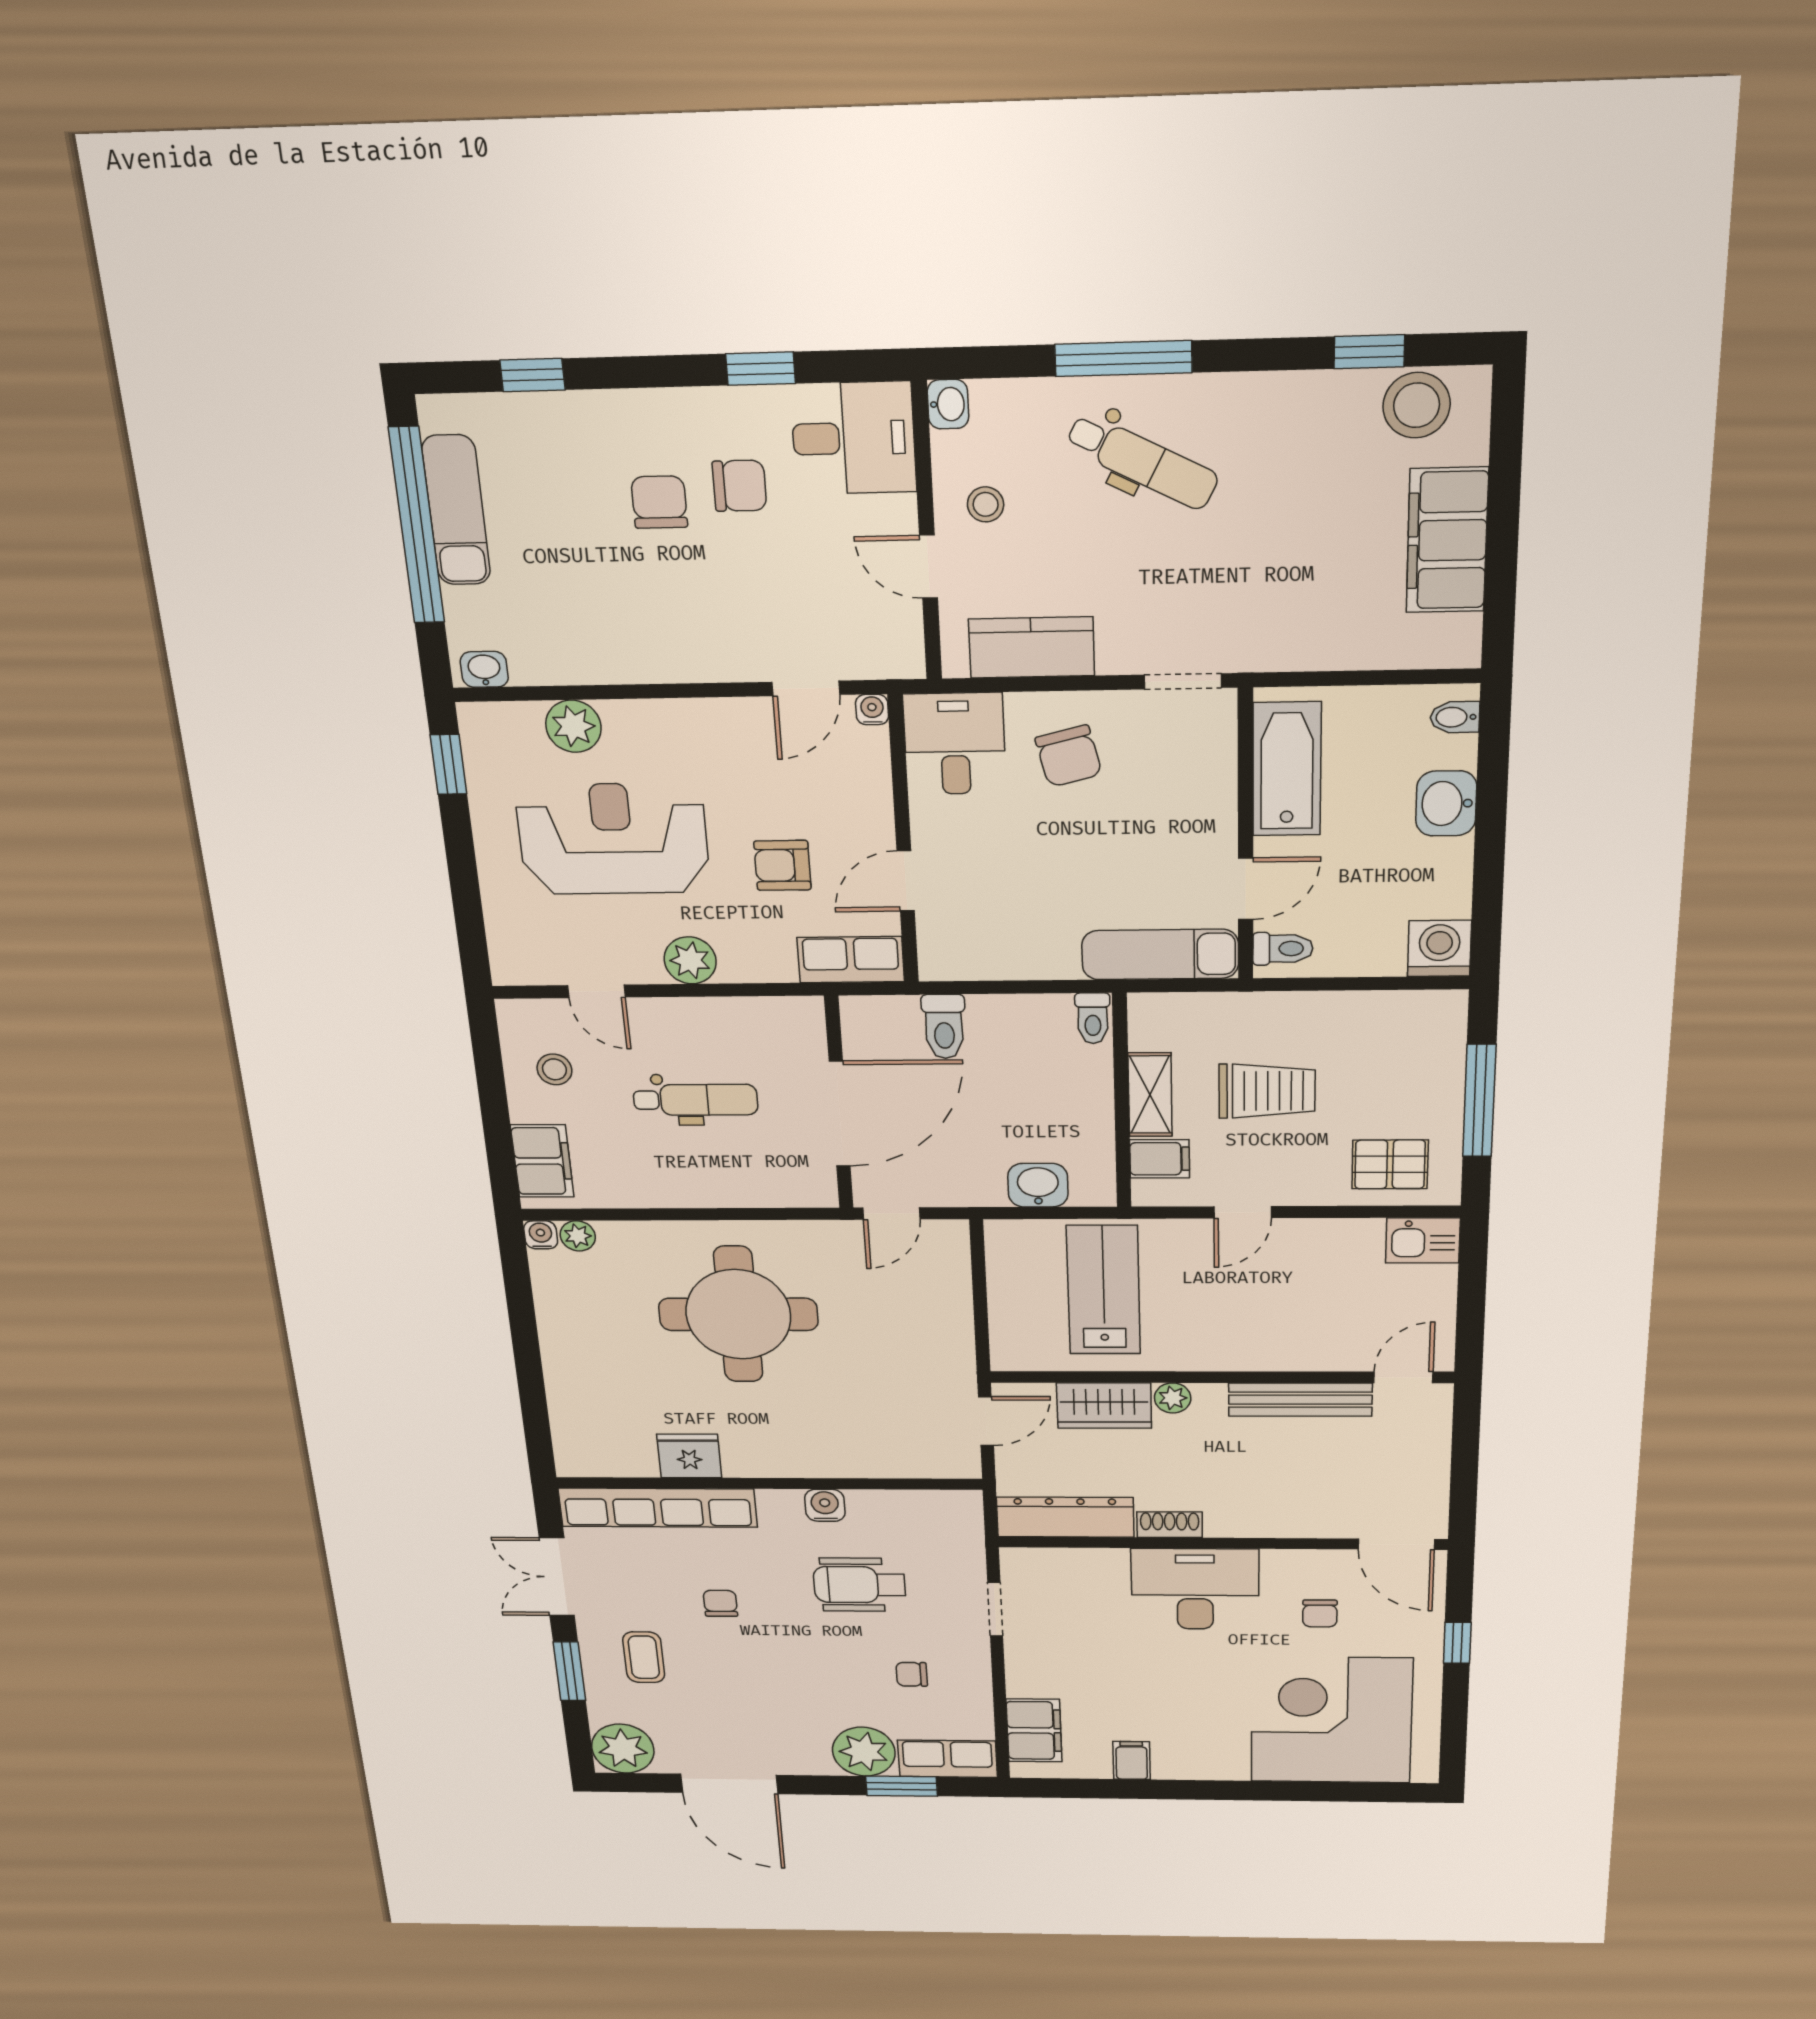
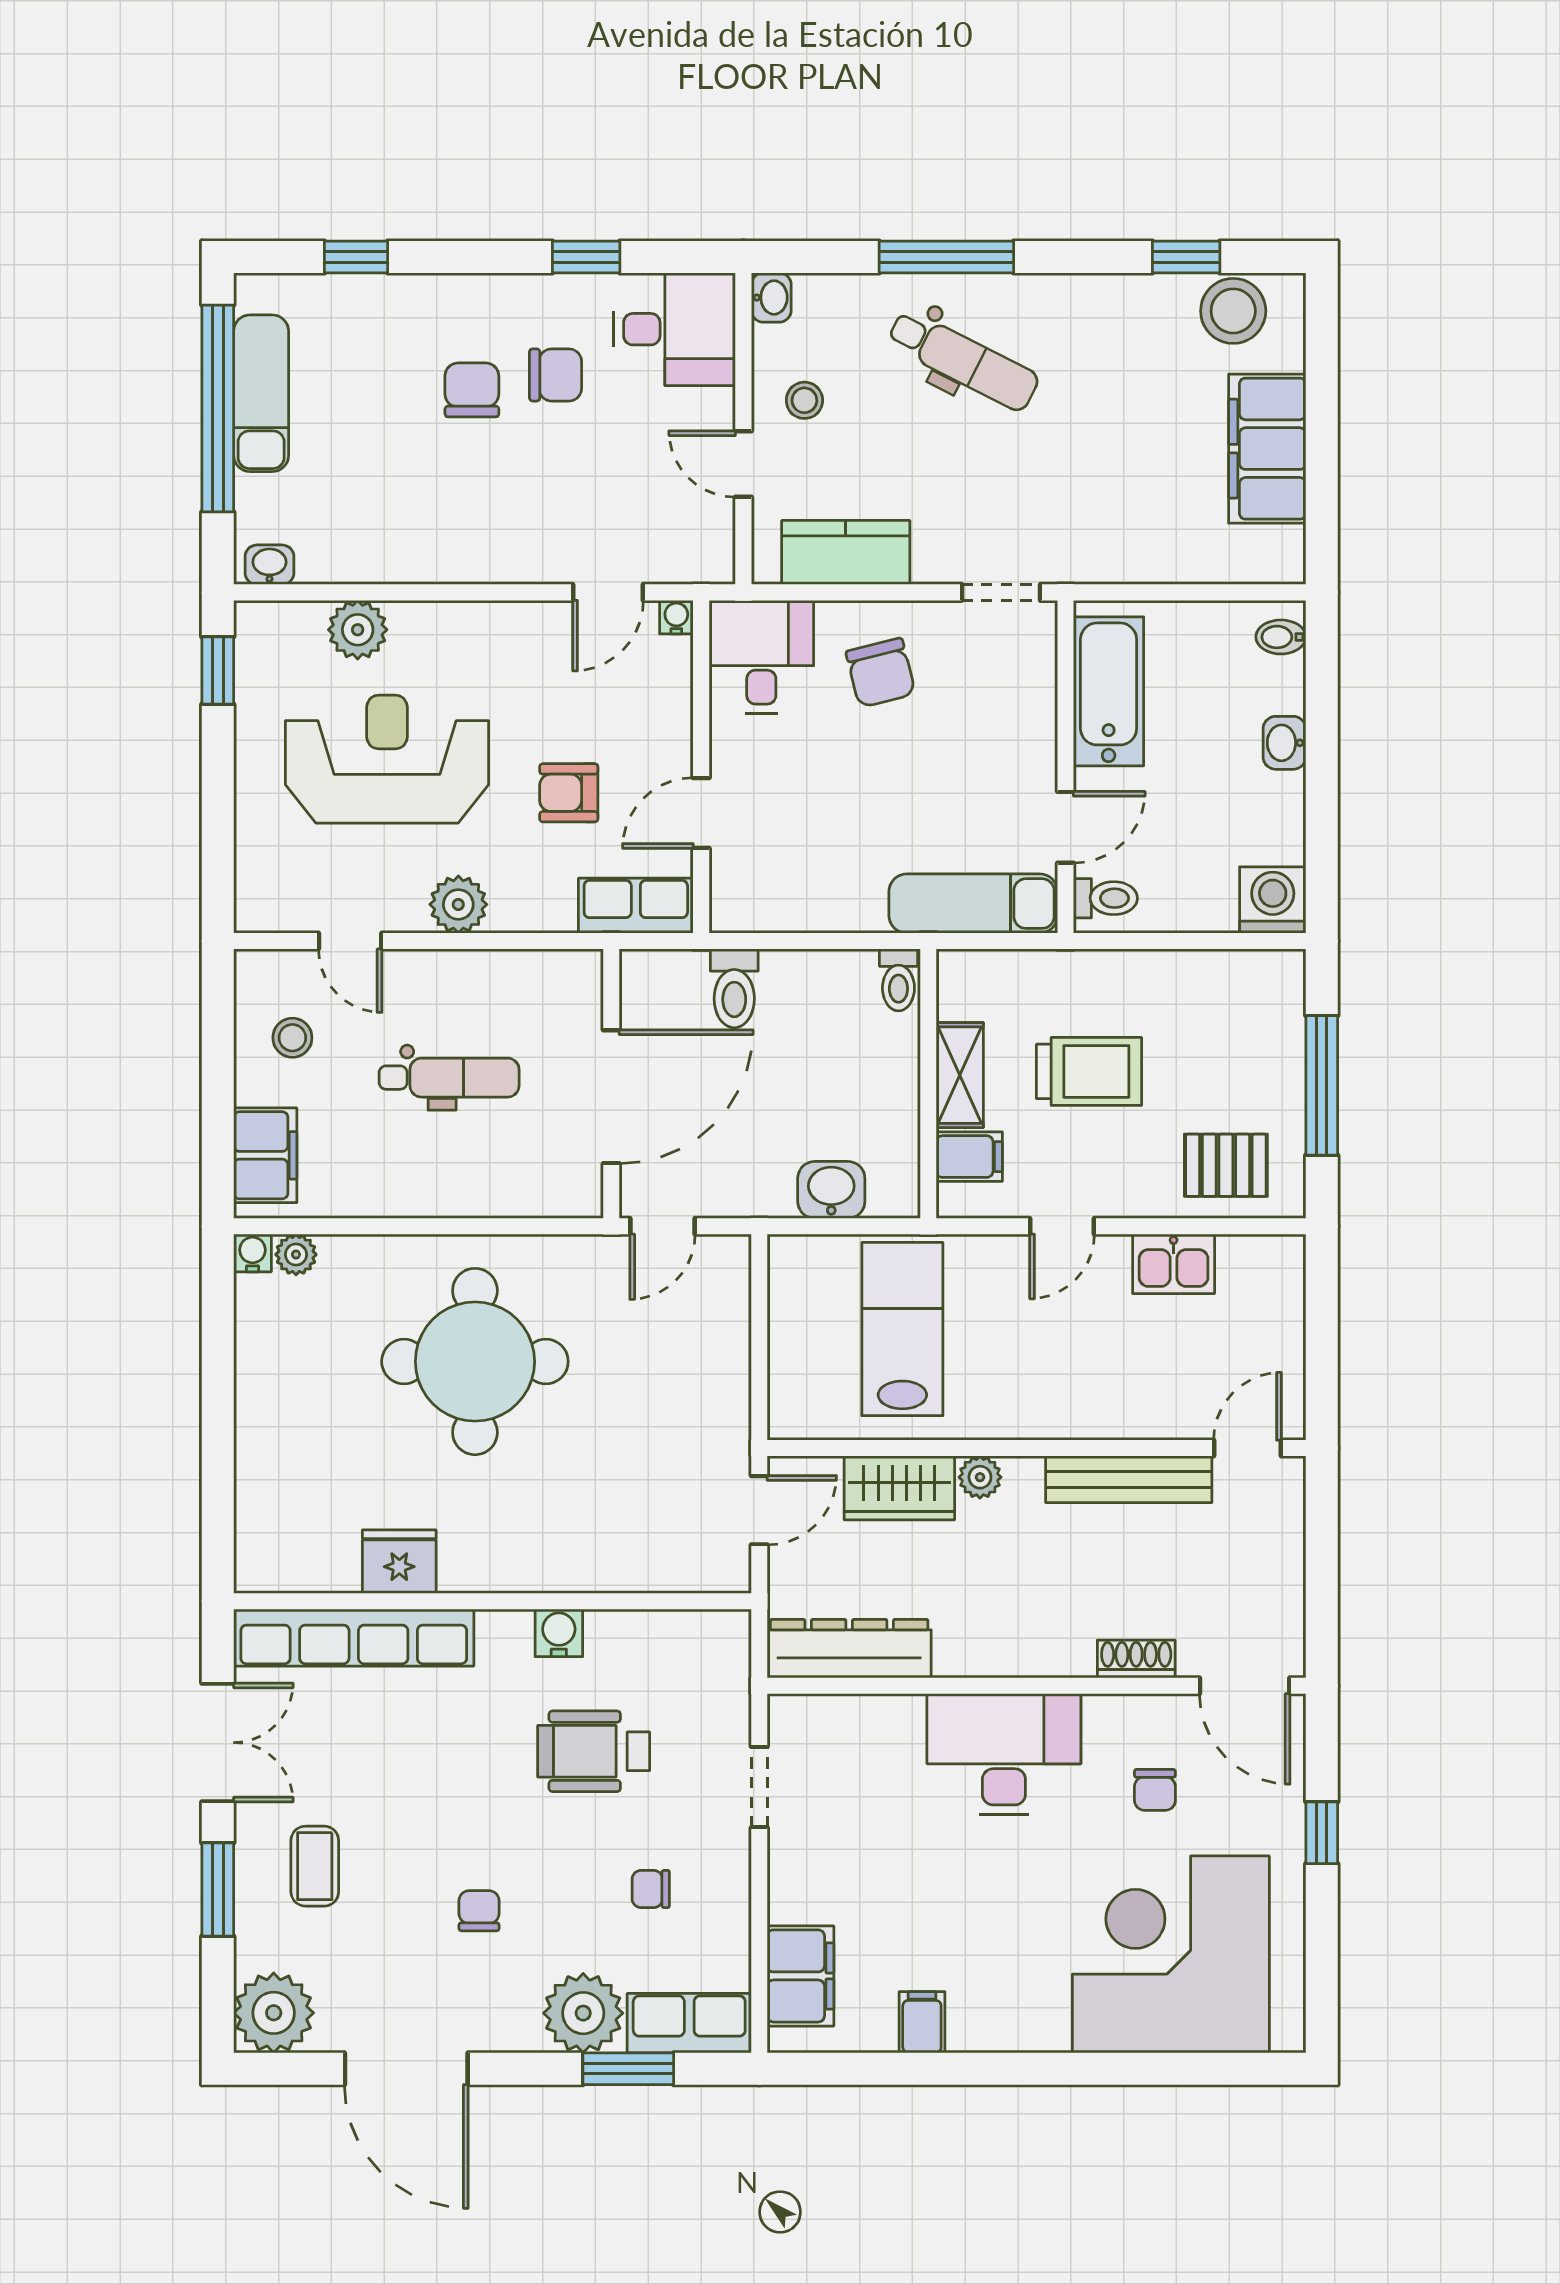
washbasin: (1446, 803) -> (1284, 743), width x0.72, depth x0.69
kitchen sink: (1423, 1240) -> (1174, 1264), moved
shoe rack: (1170, 1525) -> (1136, 1659), moved
double door: (557, 1577) -> (218, 1743), swing flipped
chair: (720, 1603) -> (479, 1911), moved

